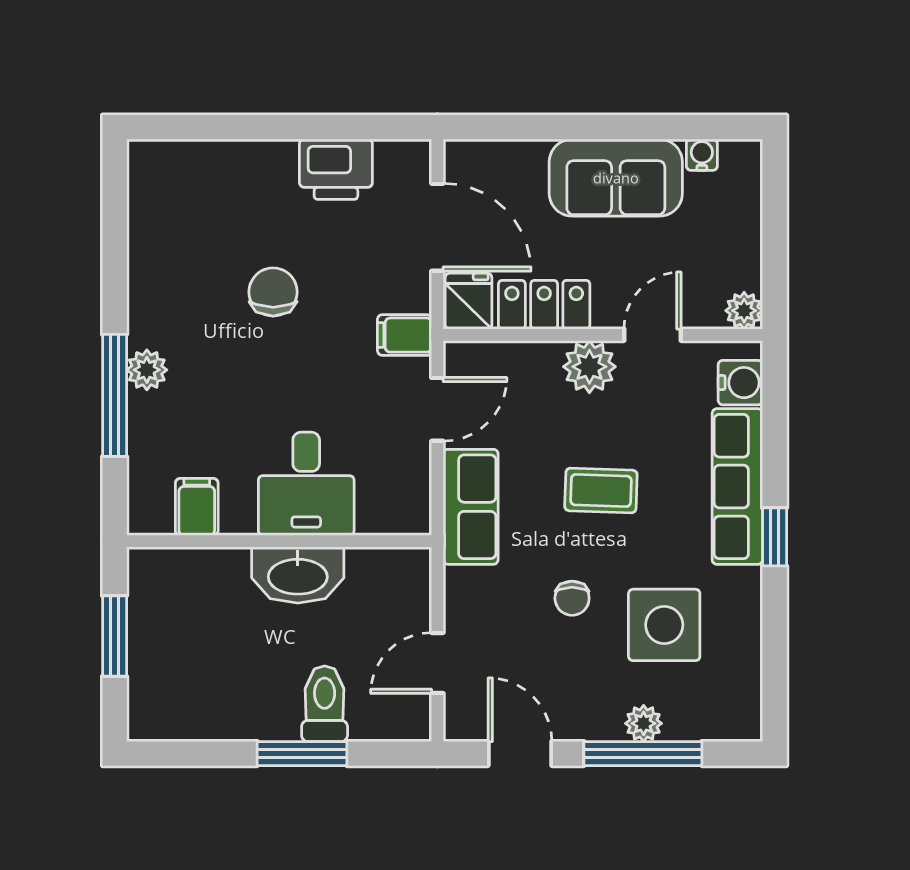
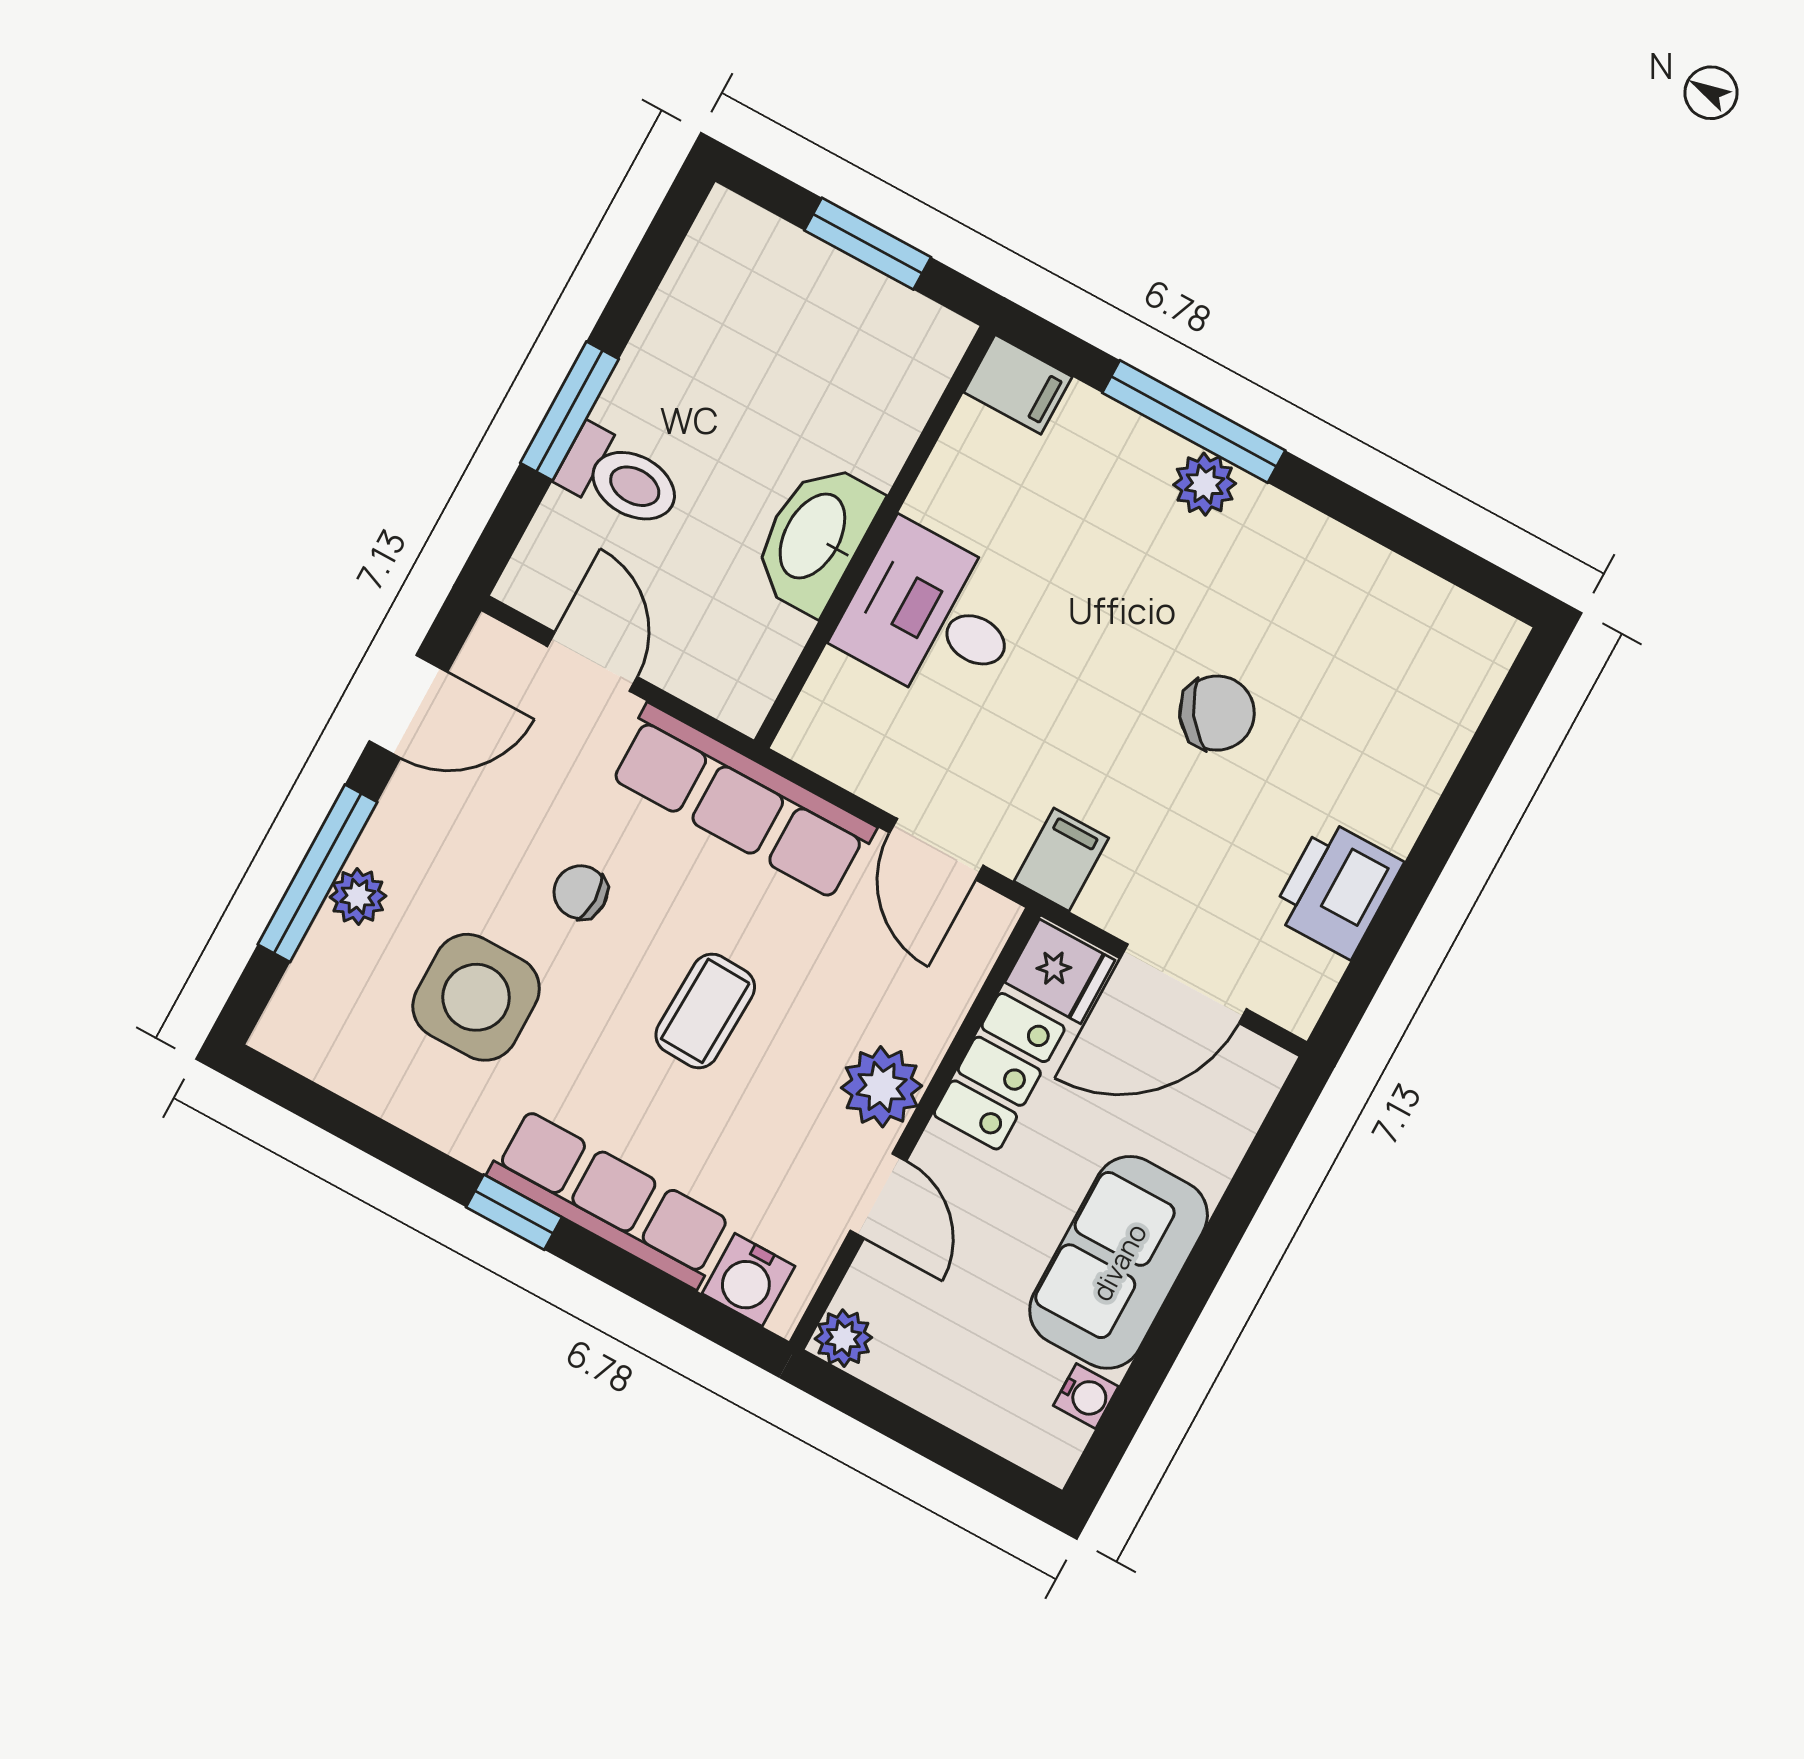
chair: (273, 292) -> (1217, 713), turned -35
filing cabinet: (197, 507) -> (1018, 384), moved
row of seats: (471, 507) -> (742, 802), width x1.48

